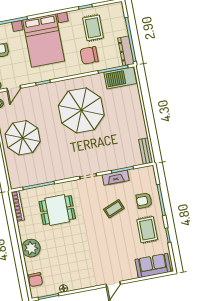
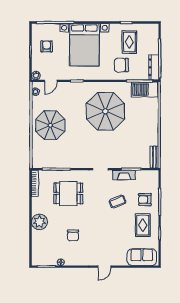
chair: (35, 280) -> (73, 235), moved

